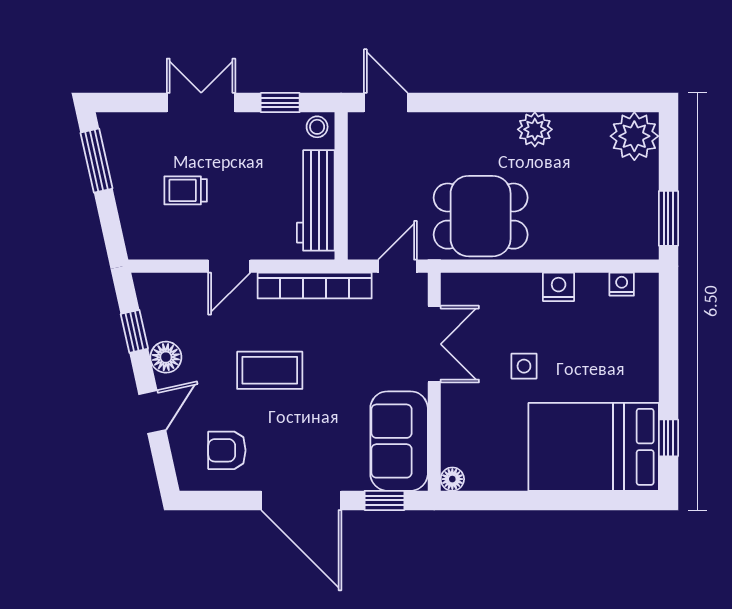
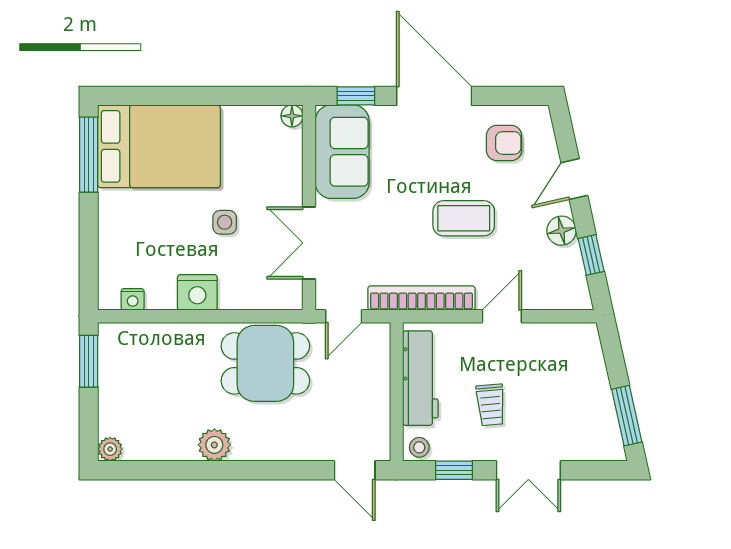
plant: (634, 136) -> (110, 449), width x0.53, depth x0.53
trolley: (186, 190) -> (491, 405), moved, turned 85
nightstand: (559, 287) -> (197, 292), width x1.36, depth x1.33
window: (668, 438) -> (89, 155), width x2.17

